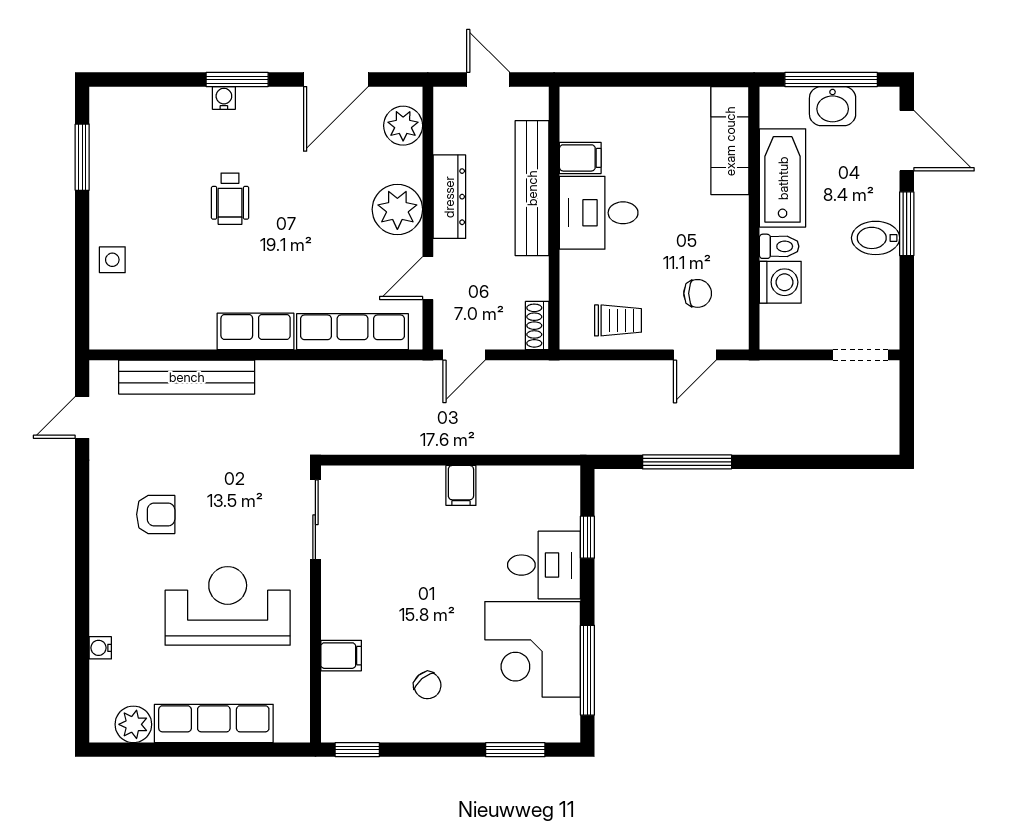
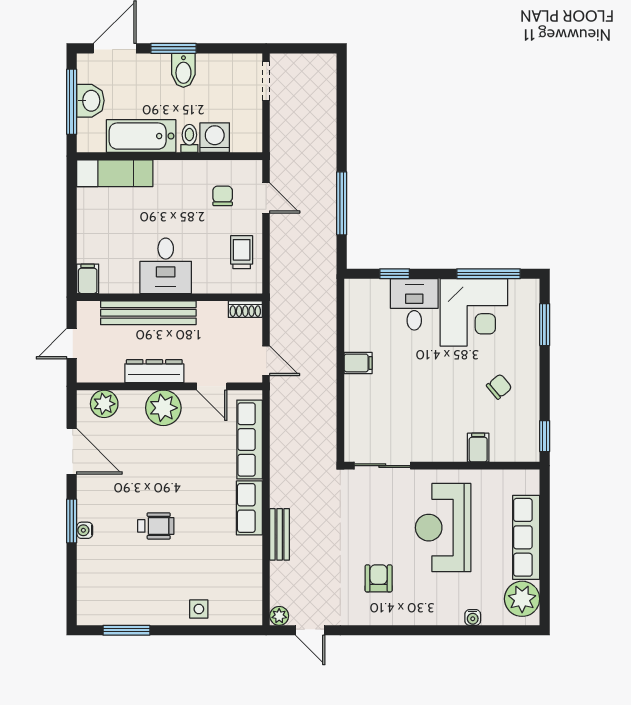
filing cabinet: (580, 158) -> (88, 279), moved
plant: (103, 374) -> (279, 616), added
bench: (187, 377) -> (280, 534), width x0.54, depth x0.82
plant: (133, 724) -> (522, 599), width x1.36, depth x1.36

